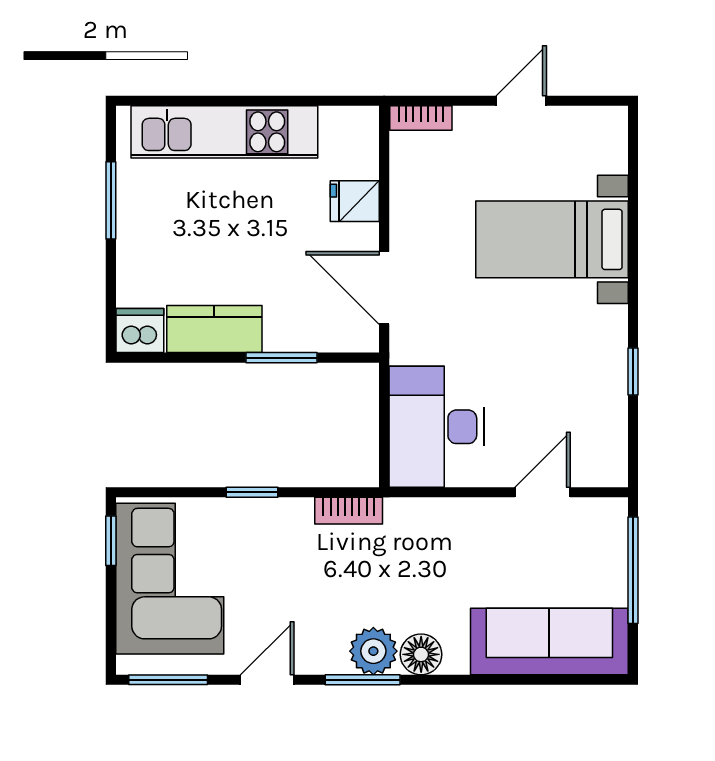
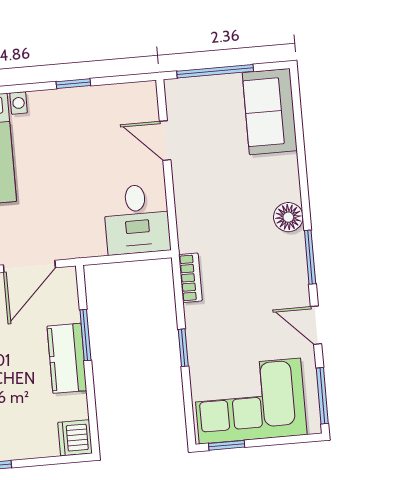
kitchen counter: (214, 329) -> (67, 358), moved
desk: (437, 427) -> (137, 219), width x0.73
sofa: (549, 641) -> (270, 112), width x0.73
plant: (373, 651) -> (289, 251), removed

